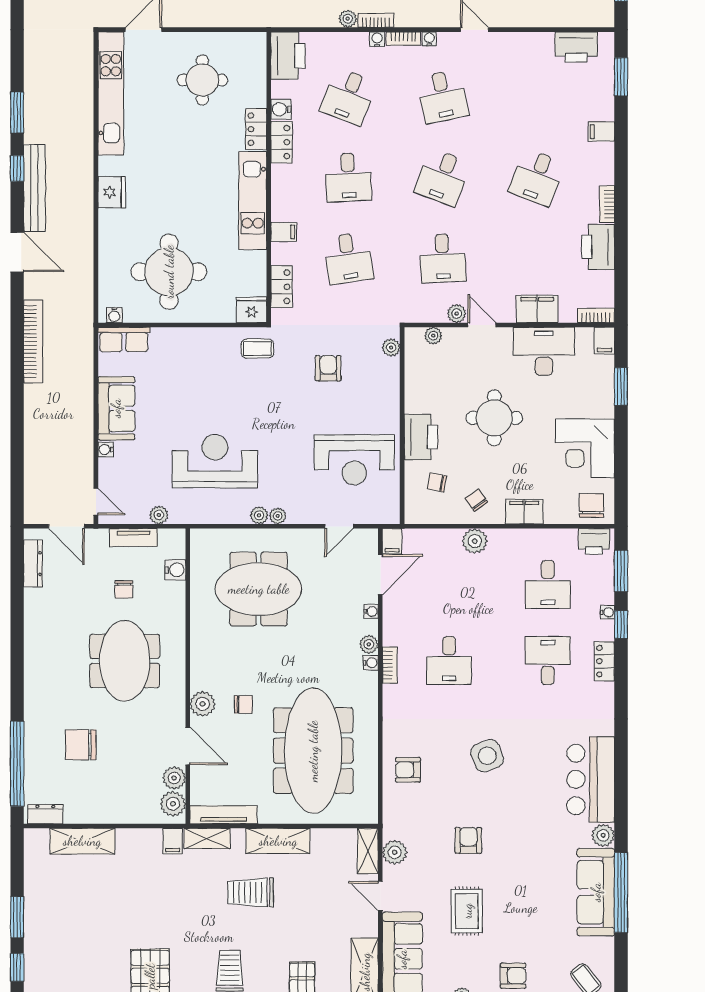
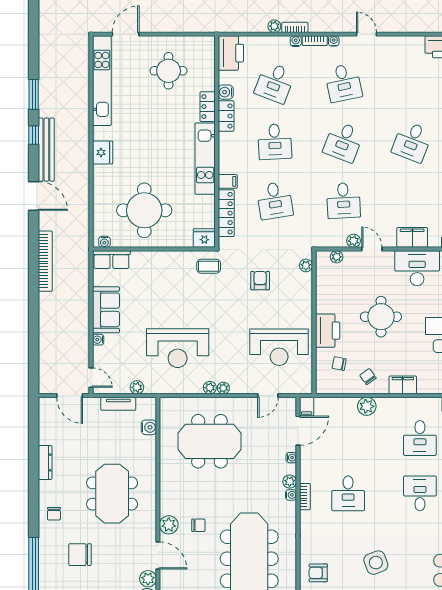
locker: (282, 287) -> (226, 213), width x1.53
reception desk: (215, 461) -> (178, 348), turned 180
dresser: (33, 564) -> (45, 462), moved
chair: (124, 589) -> (54, 514), moved

